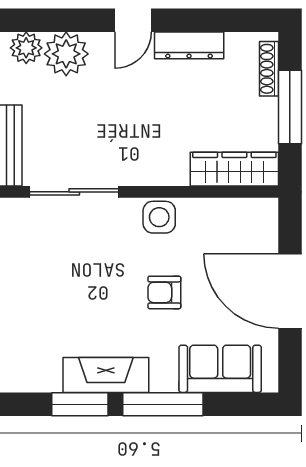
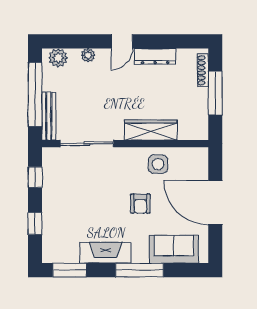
plant: (66, 54) -> (88, 55), width x0.53, depth x0.53
wardrobe: (234, 169) -> (151, 130), moved
side table: (159, 217) -> (158, 164), moved
armchair: (164, 292) -> (140, 204), turned -90
window: (80, 404) -> (70, 270), moved

